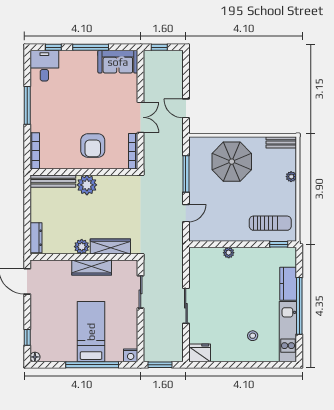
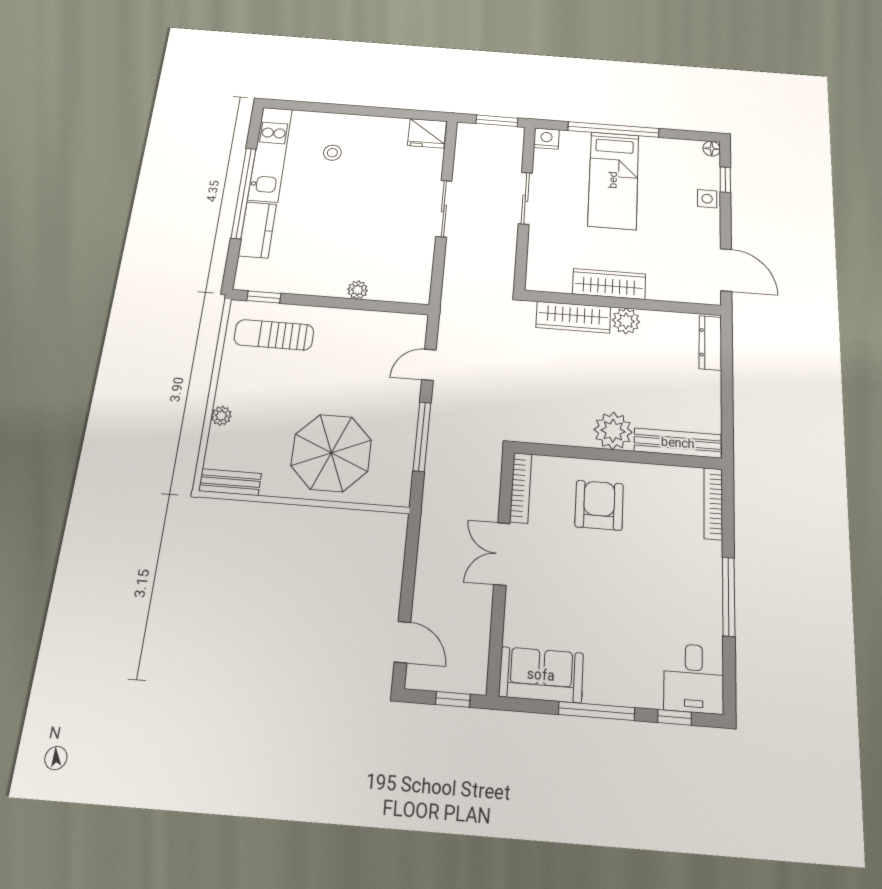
door: (186, 108) -> (402, 642), moved
sliding door: (141, 292) -> (525, 198), moved
side table: (38, 324) -> (707, 199), added

